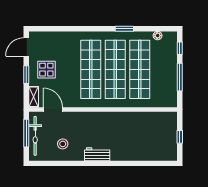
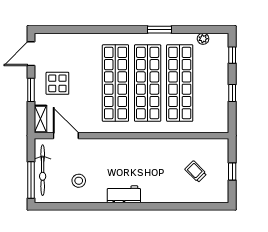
window: (180, 77) -> (232, 93), width x0.46
window: (26, 133) -> (31, 180), moved
trolley: (152, 137) -> (196, 172), added

